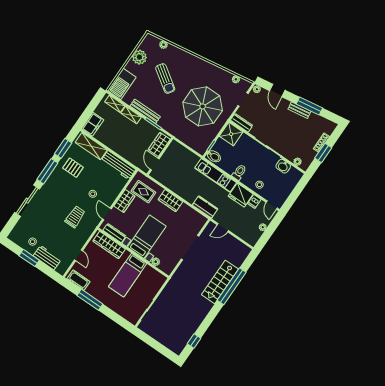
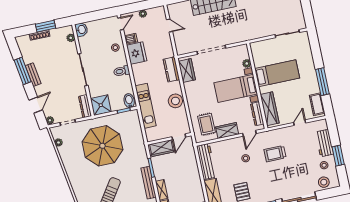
washbasin: (283, 166) -> (81, 30), moved
kitchen unit: (216, 175) -> (146, 106), moved
stool: (181, 187) -> (175, 101), added
wardrobe: (170, 201) -> (187, 71), moved
door: (223, 228) -> (169, 26), moved
stool: (21, 229) -> (324, 182), added

